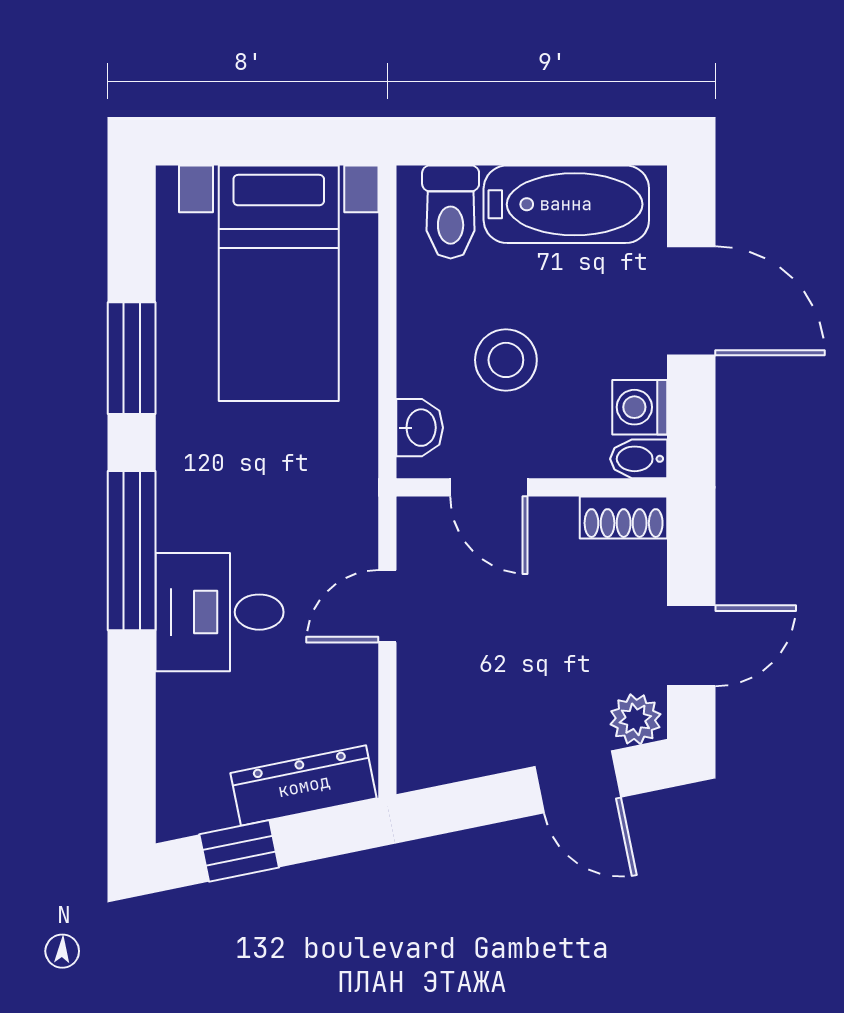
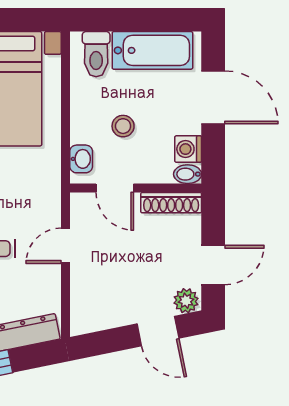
stool: (506, 360) -> (123, 126), width x0.73, depth x0.73
shoe rack: (624, 518) -> (171, 203), width x1.43

